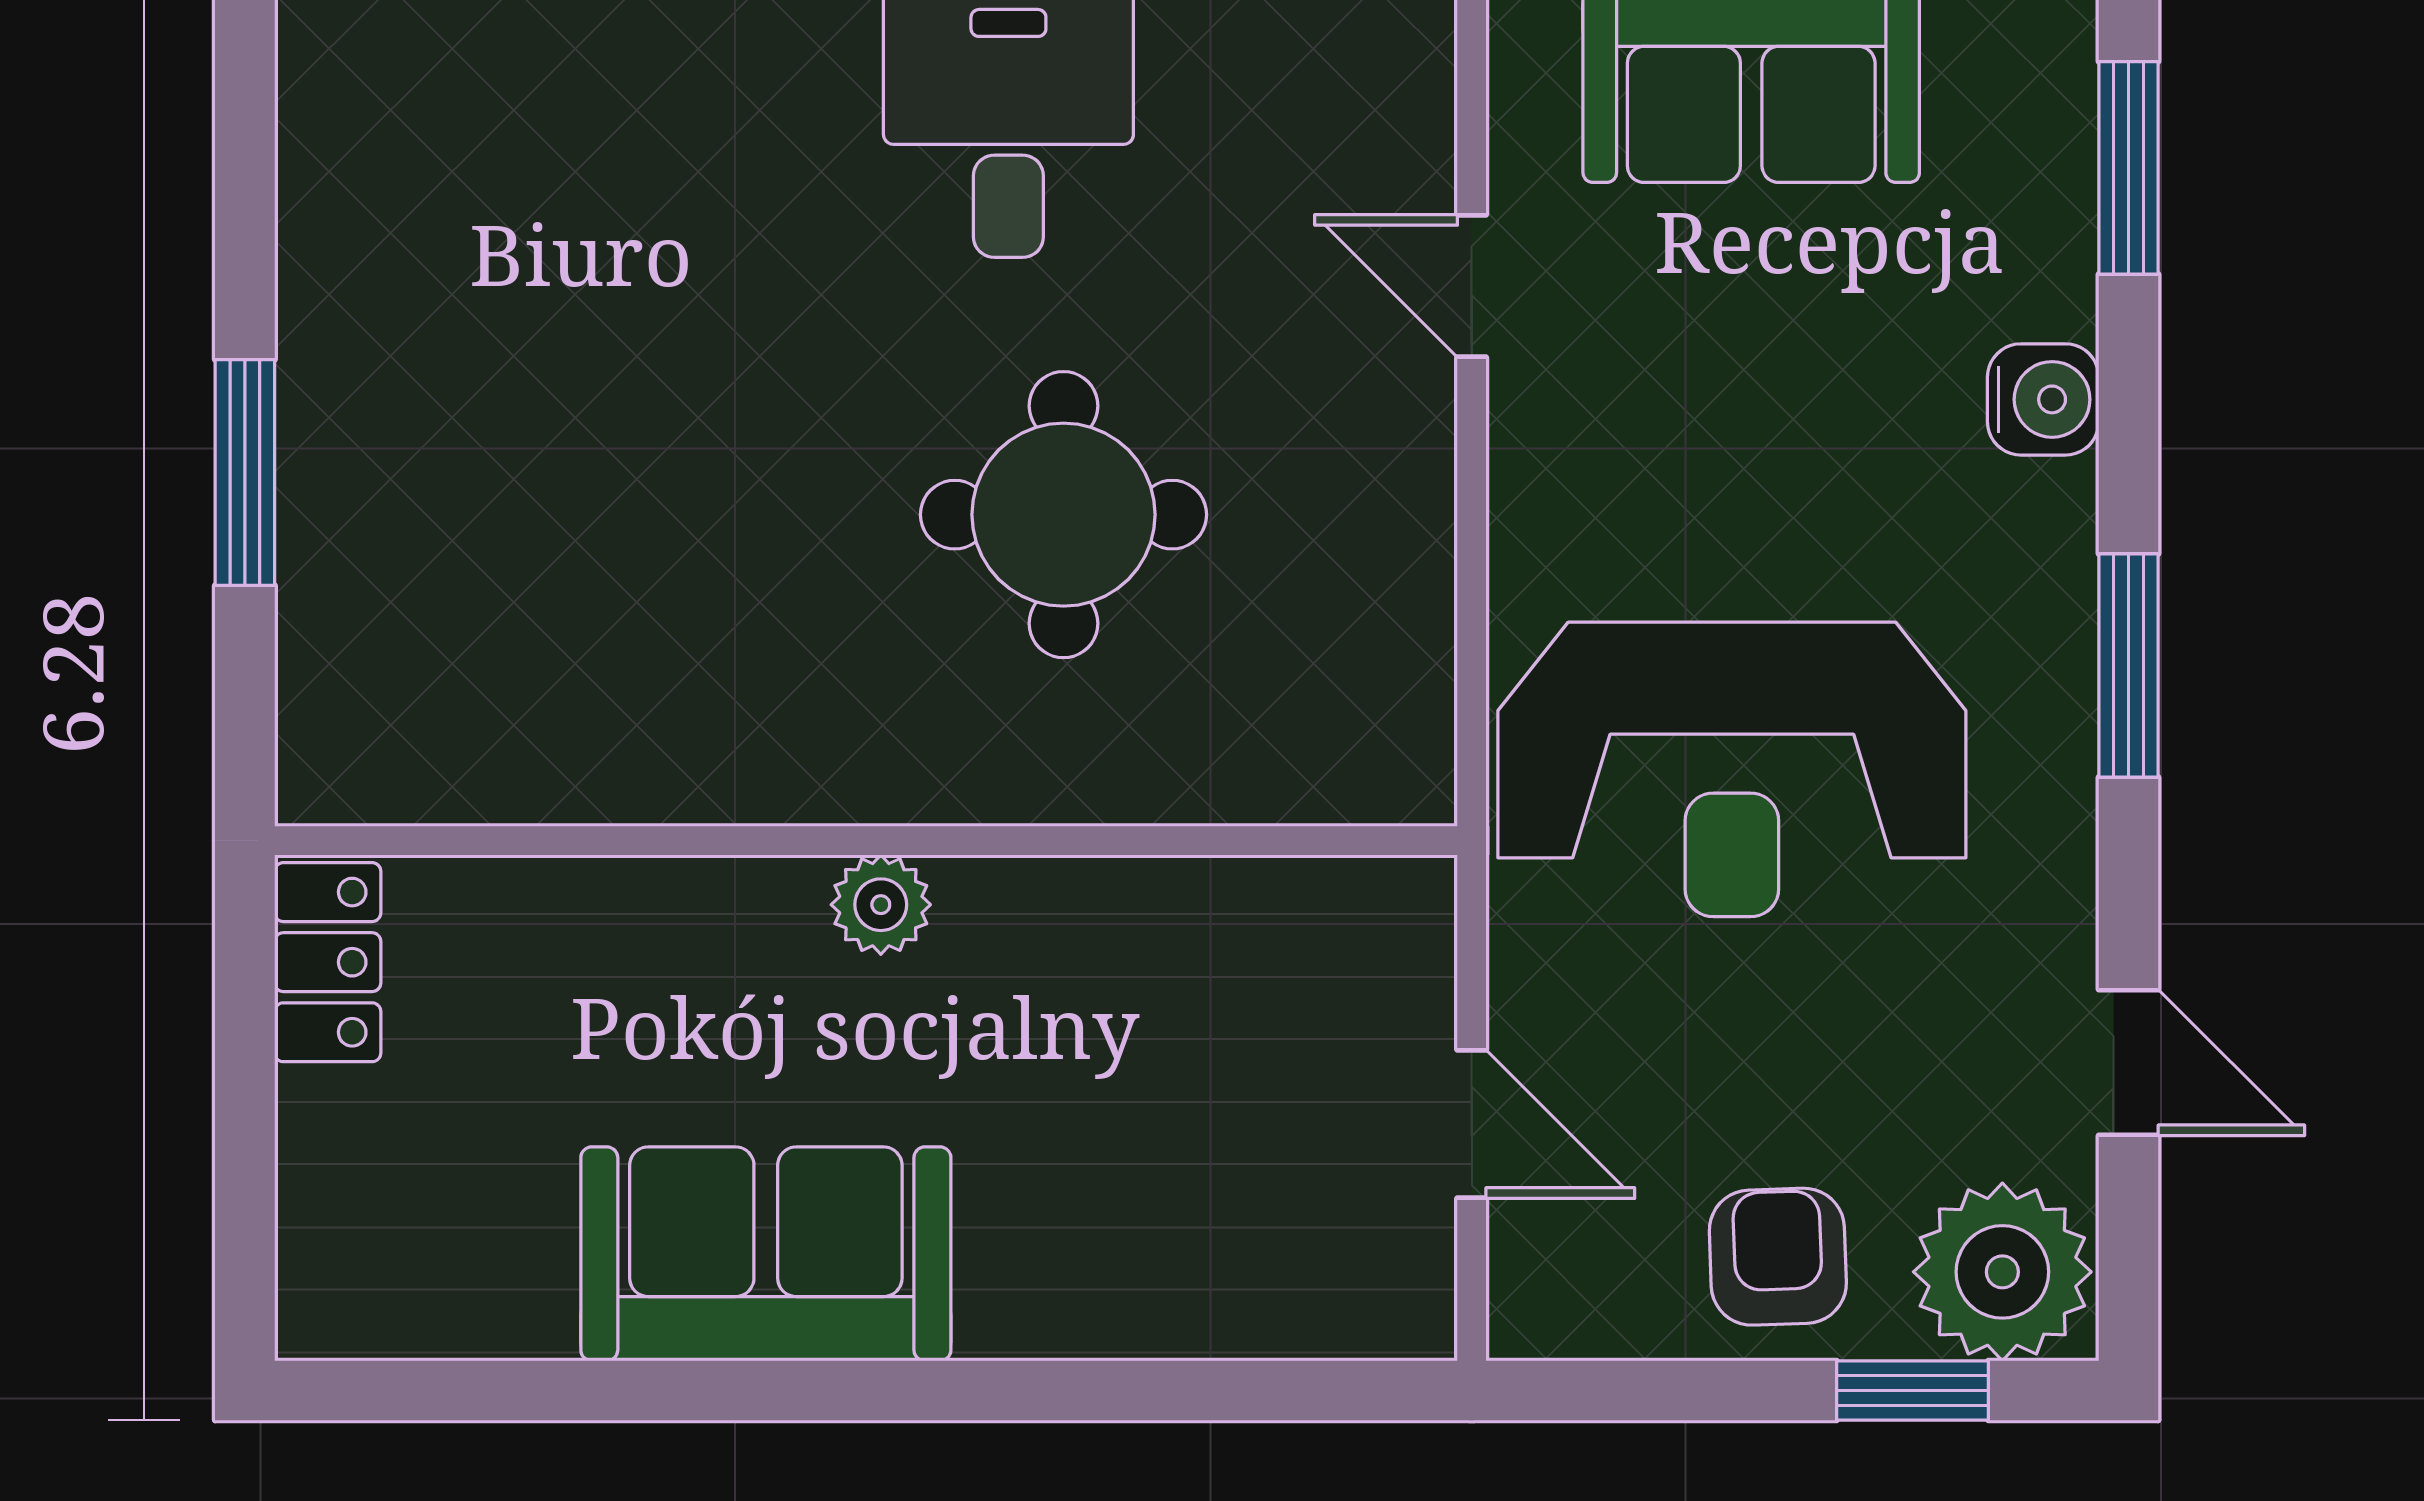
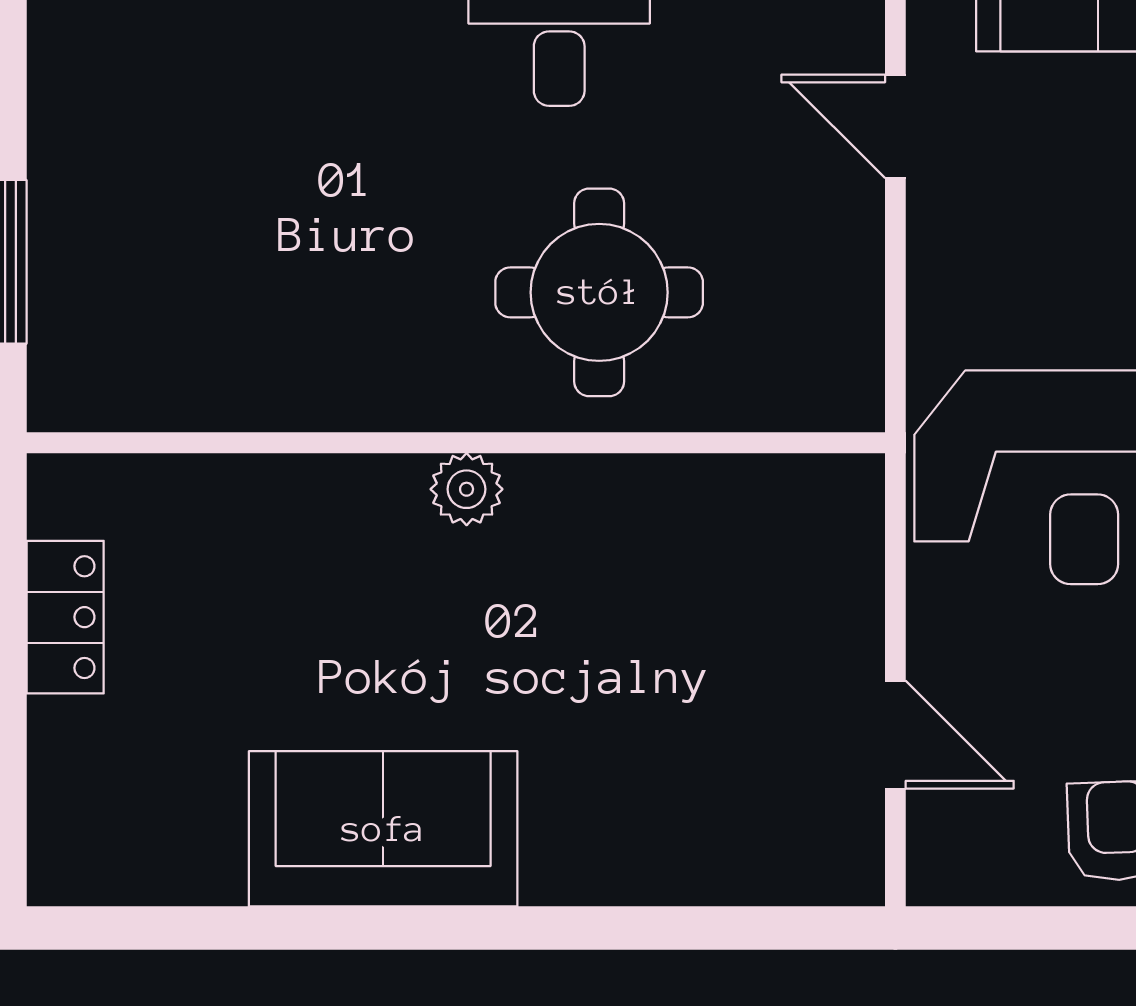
wall: (866, 841) -> (456, 443), moved
plant: (881, 905) -> (467, 489), moved

